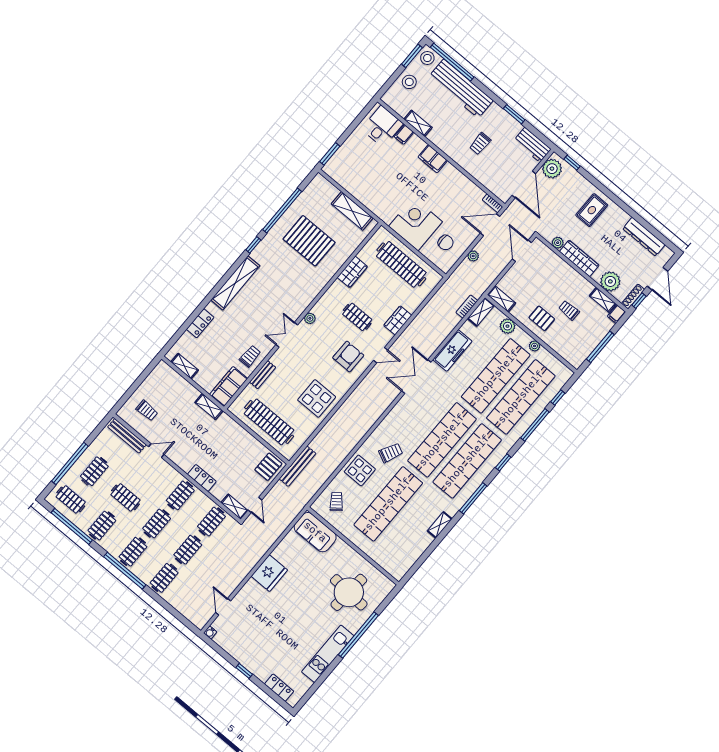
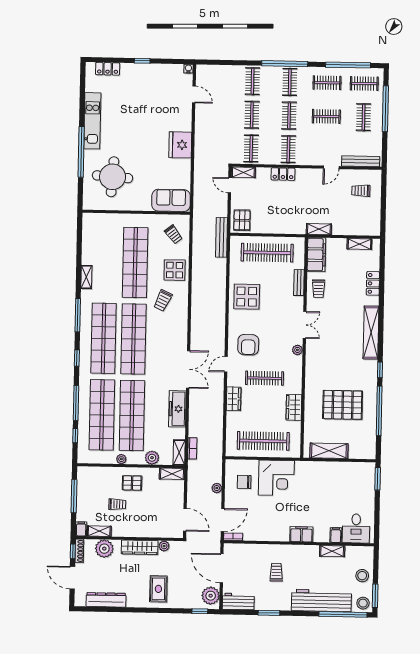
clothes rail: (357, 317) -> (265, 378), width x1.36
clothes rail: (102, 526) -> (327, 83), turned 90

